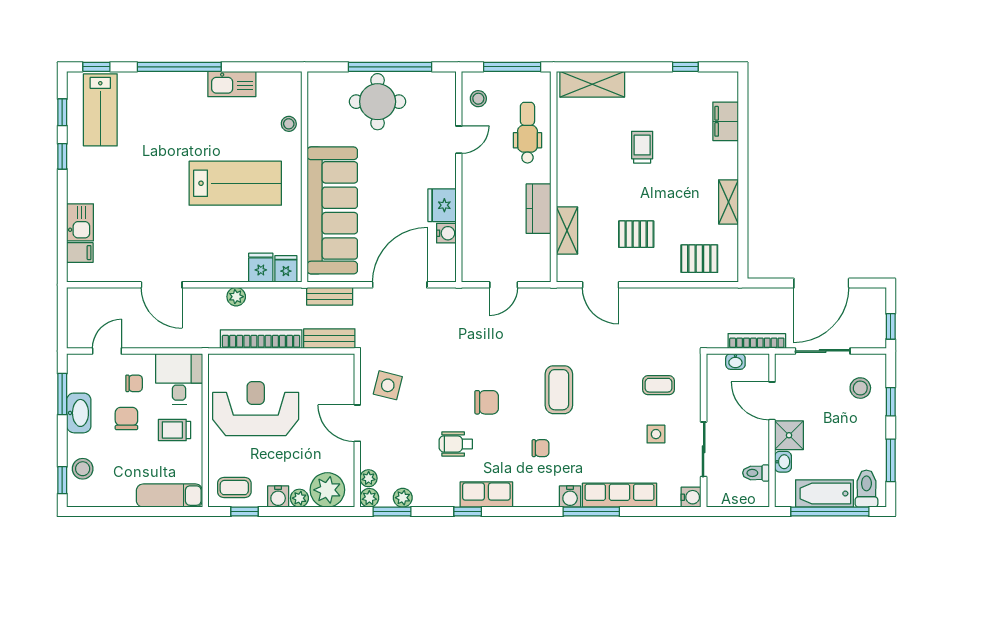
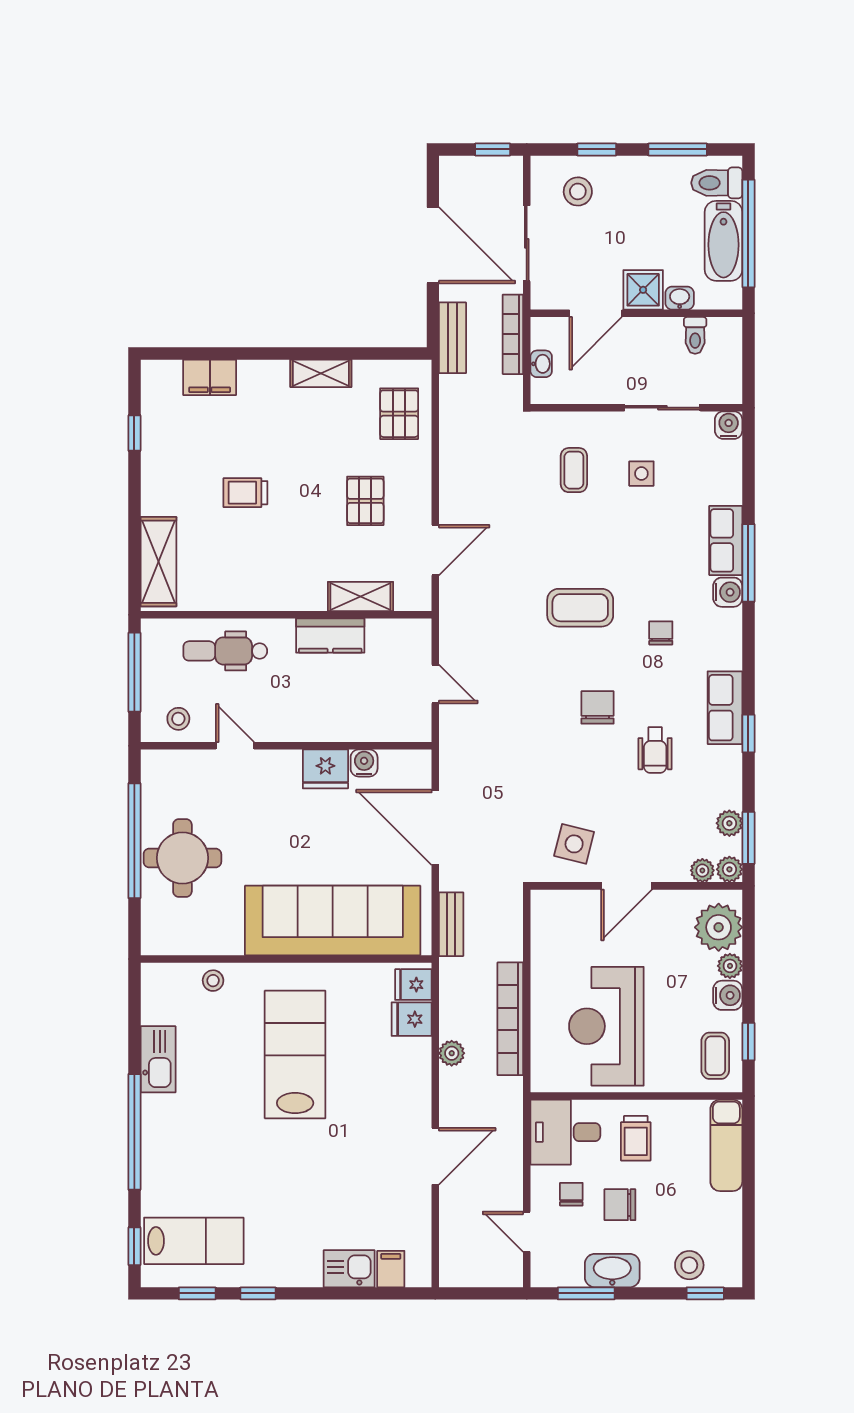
bench: (329, 339) -> (453, 338), moved
row of seats: (620, 495) -> (726, 540), width x0.68

